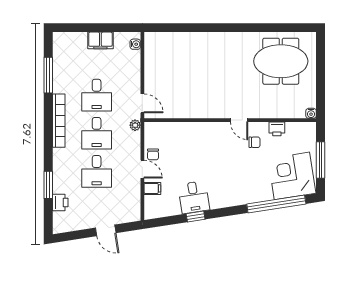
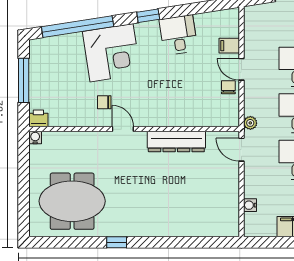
window: (244, 28) -> (117, 242), added
water cooler: (135, 44) -> (250, 205), moved
dresser: (196, 110) -> (176, 142), added
printer: (277, 129) -> (38, 118), moved
corner desk: (292, 176) -> (112, 53), moved
window: (196, 217) -> (148, 16), moved

